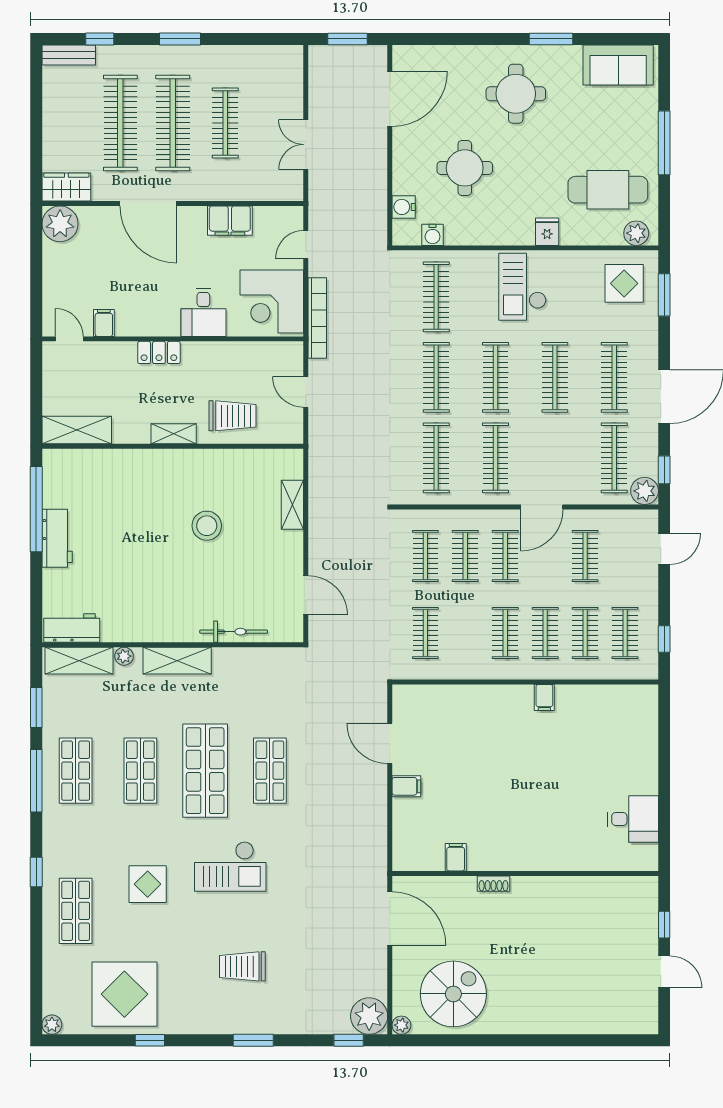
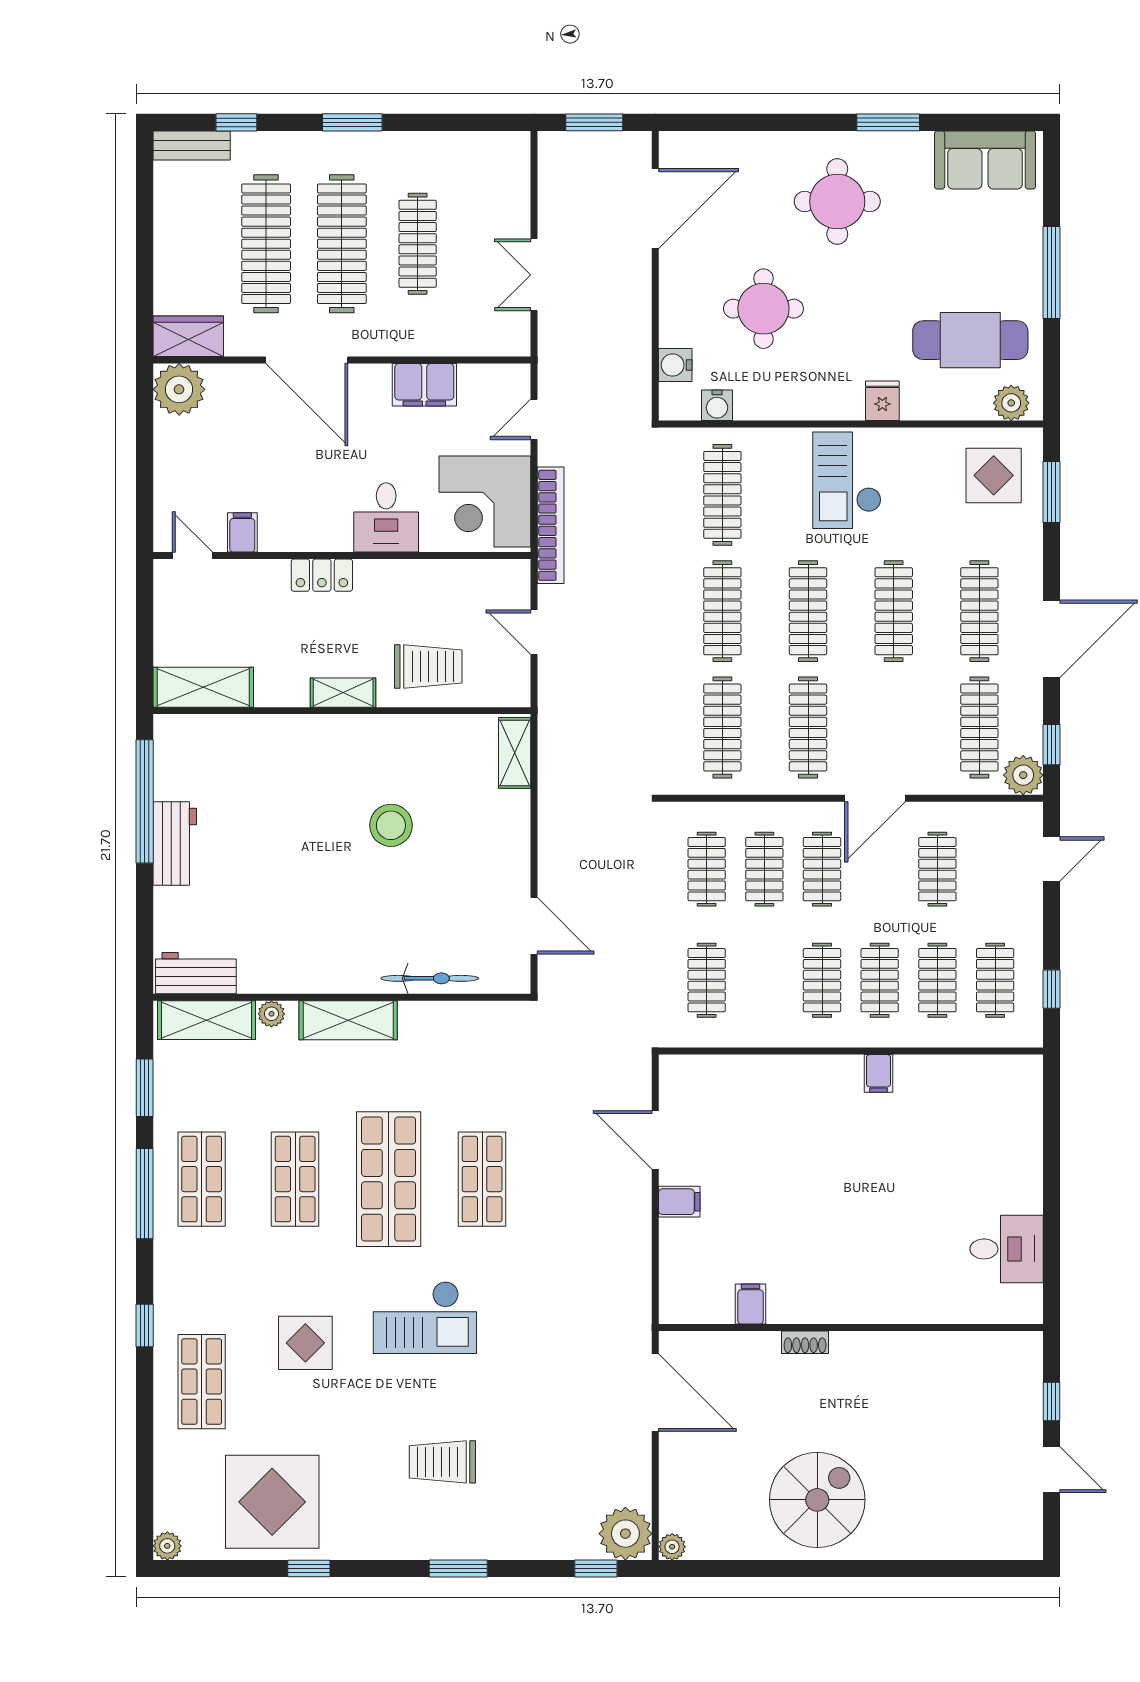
shelving: (292, 505) -> (515, 753), moved
spiral stairs: (453, 994) -> (817, 1500), moved

